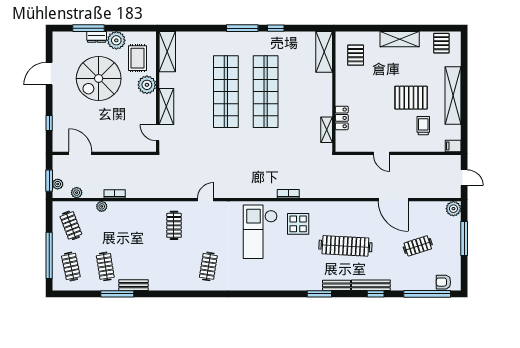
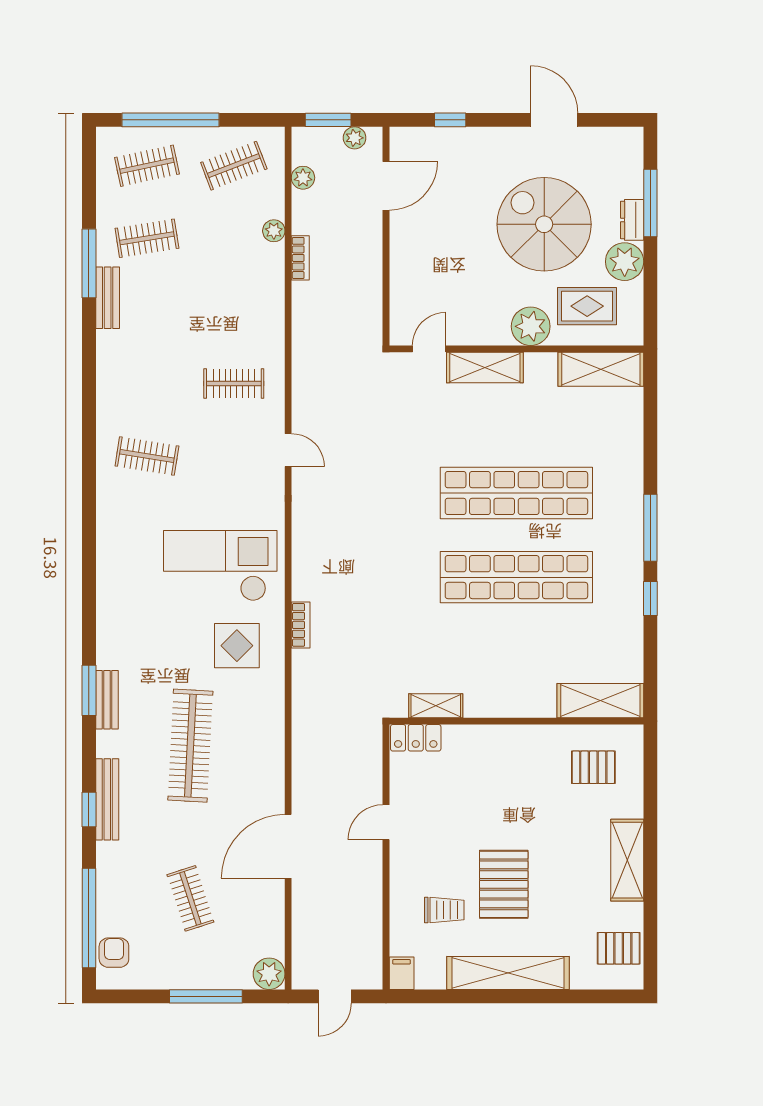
locker: (342, 118) -> (416, 738), moved
plant: (58, 184) -> (355, 138), moved
bench: (337, 285) -> (107, 700), moved

